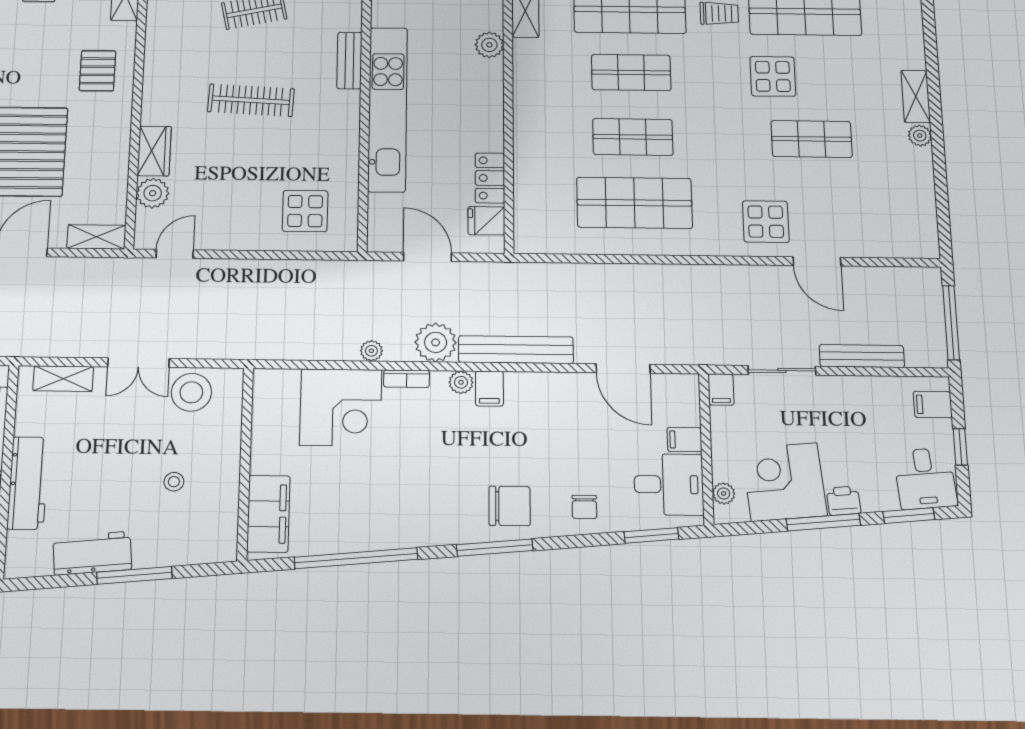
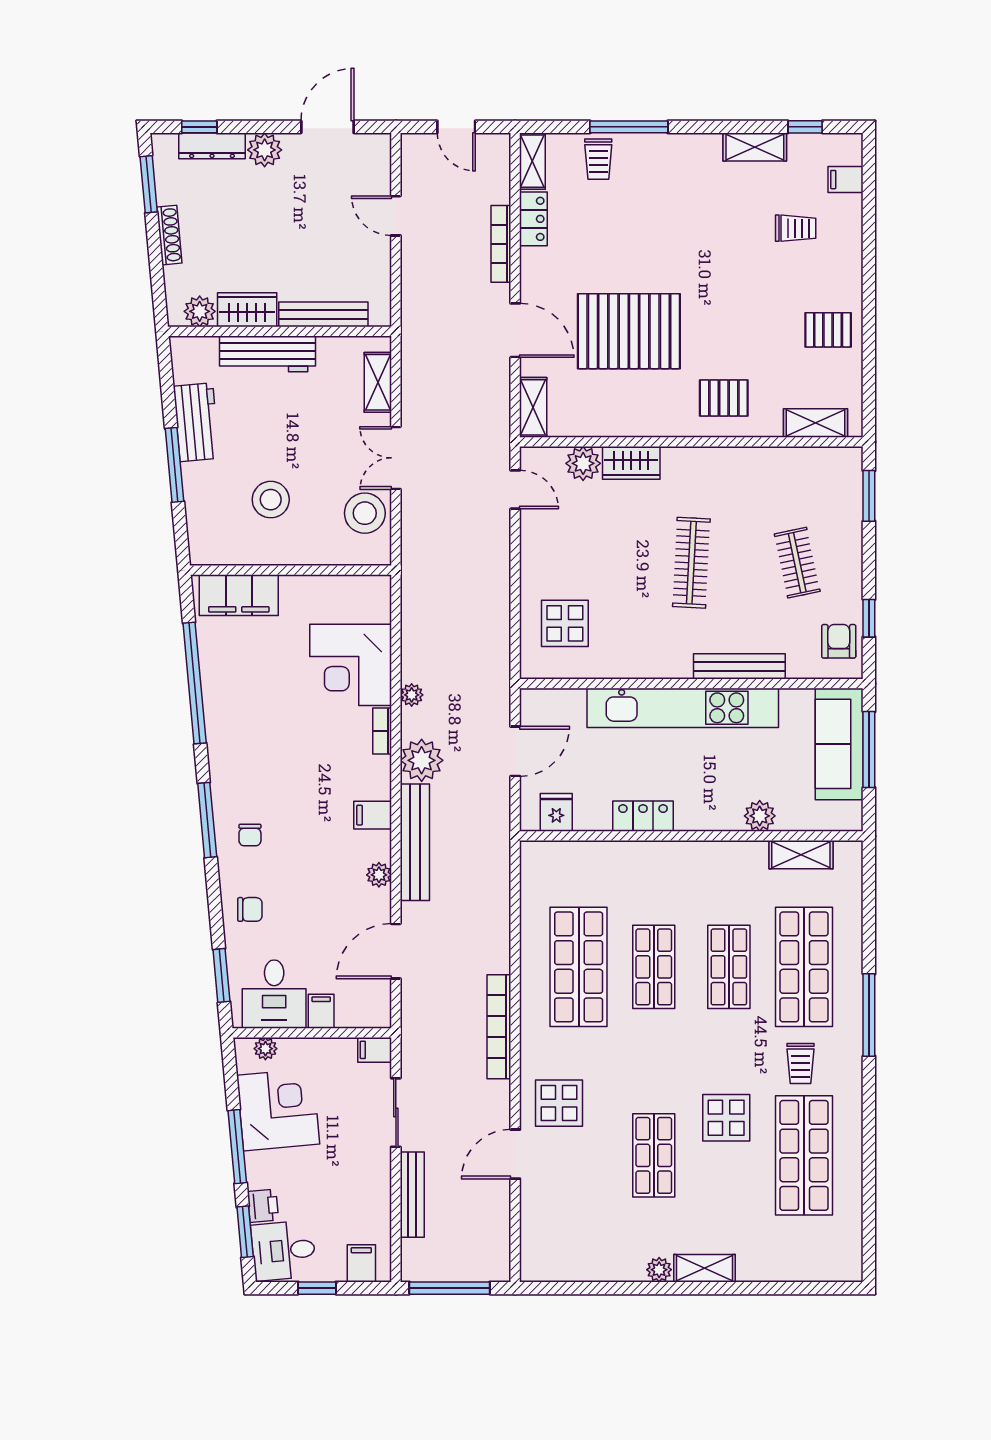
bench: (349, 61) -> (739, 666), width x1.36
locker: (490, 178) -> (643, 816), moved
bookcase: (694, 275) -> (499, 1027), added
plant: (461, 382) -> (379, 875), moved
stool: (174, 482) -> (271, 500), width x1.89, depth x1.89
printer: (843, 501) -> (263, 1206), moved
chair: (510, 506) -> (250, 835), width x0.54, depth x0.54
chair: (584, 507) -> (250, 909), turned 180

